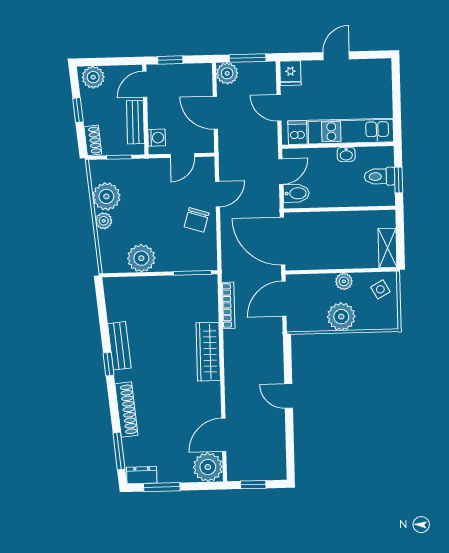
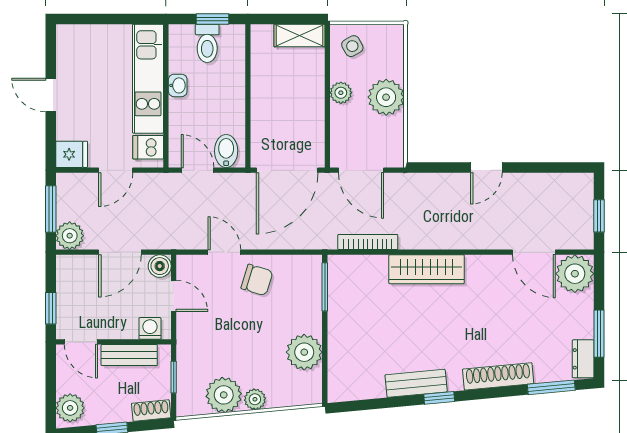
boiler: (205, 144) -> (160, 266), added

